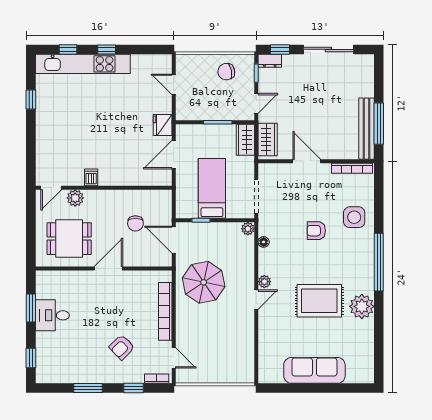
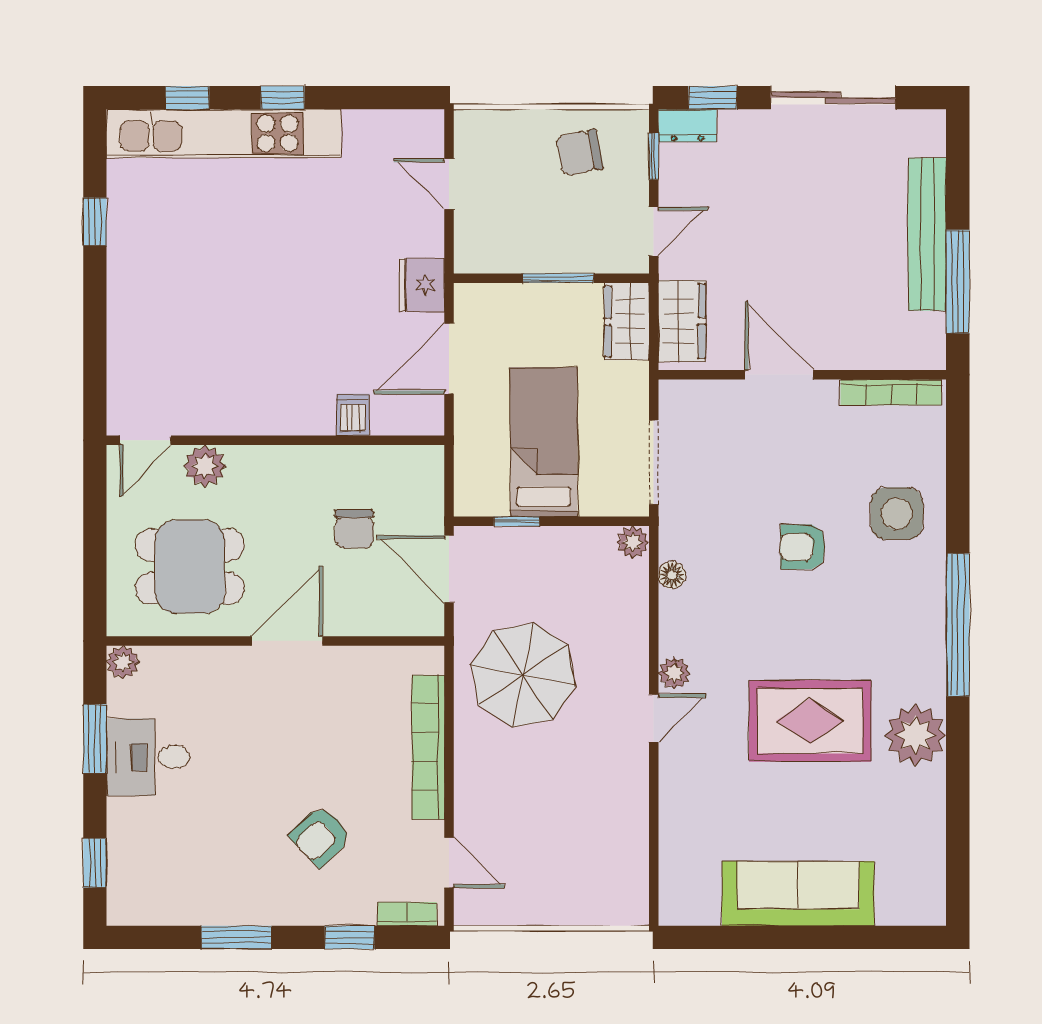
bench: (366, 129) -> (927, 234), moved
dishwasher: (91, 177) -> (353, 415), moved
plant: (42, 277) -> (123, 662), added

